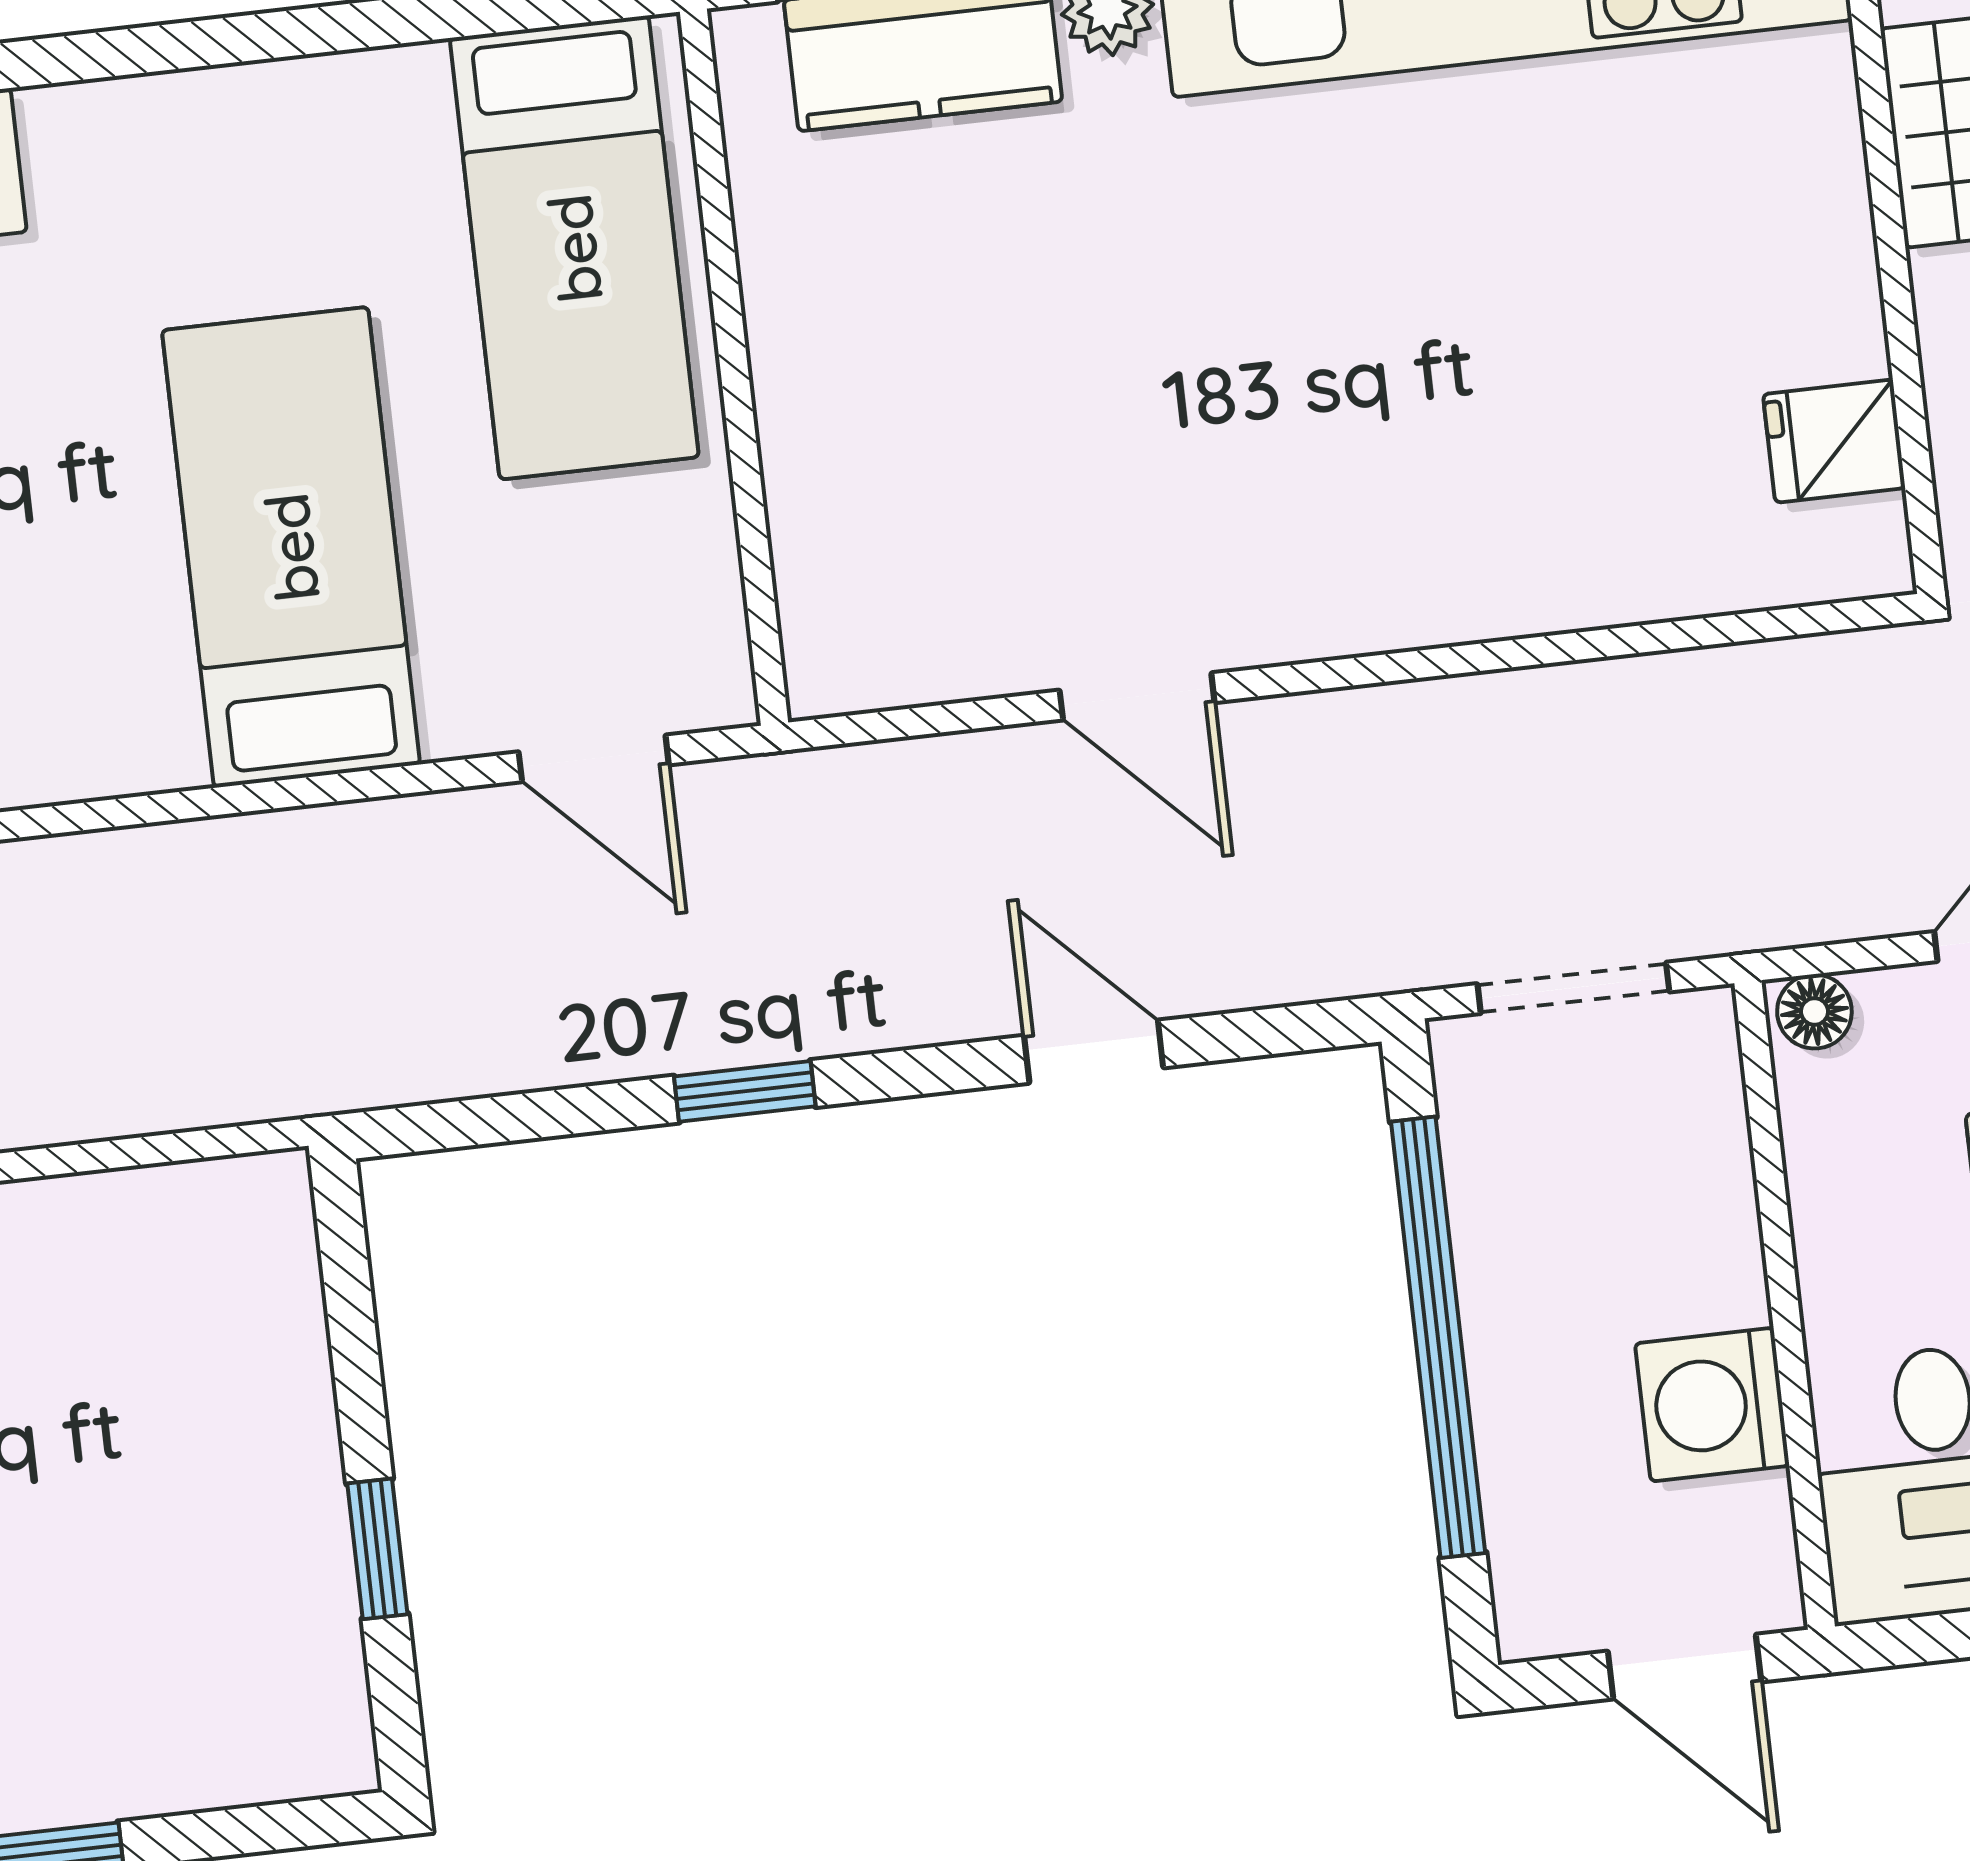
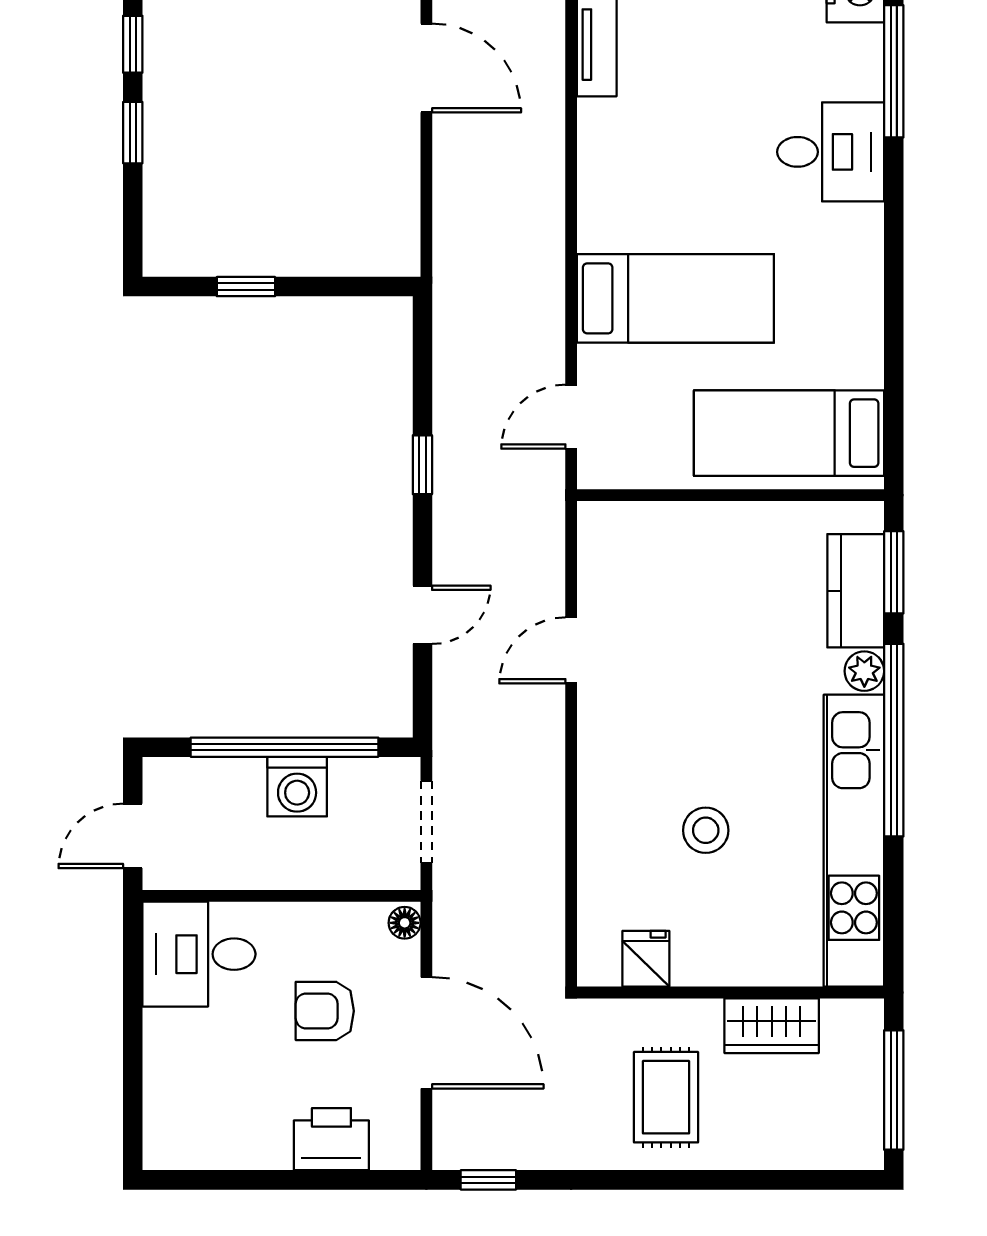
stool: (1520, 336) -> (706, 830), added
washing machine: (1712, 1405) -> (297, 787), moved, turned 180

